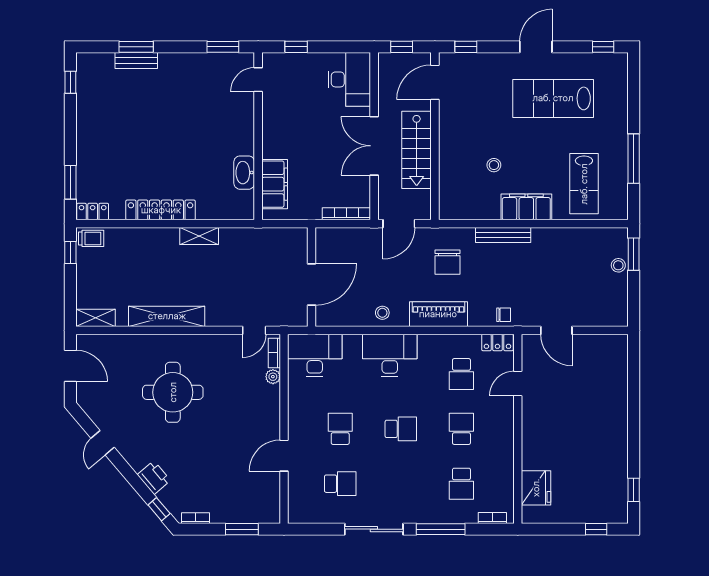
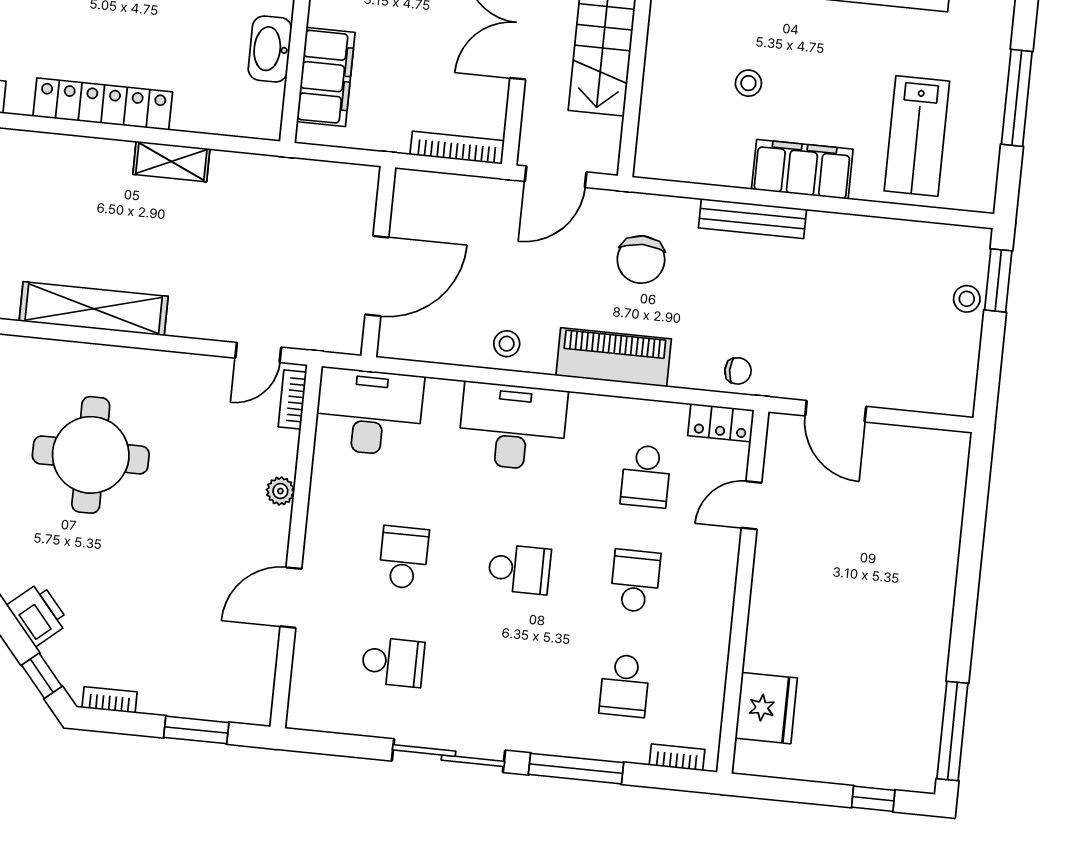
plant: (273, 377) -> (280, 491), moved
window: (634, 490) -> (952, 731), width x2.17

